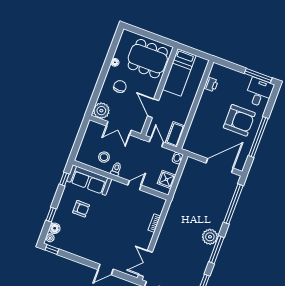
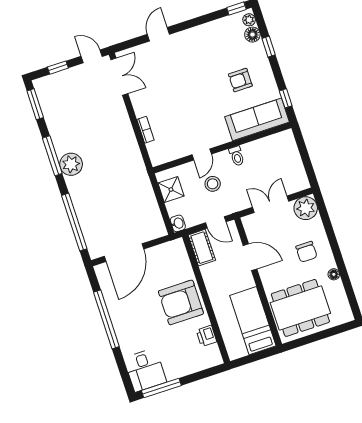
armchair: (239, 120) -> (181, 302), moved
stool: (104, 157) -> (213, 184), moved

